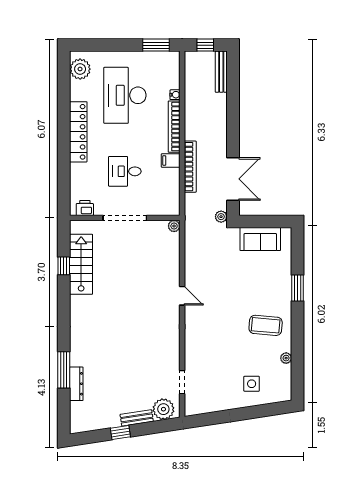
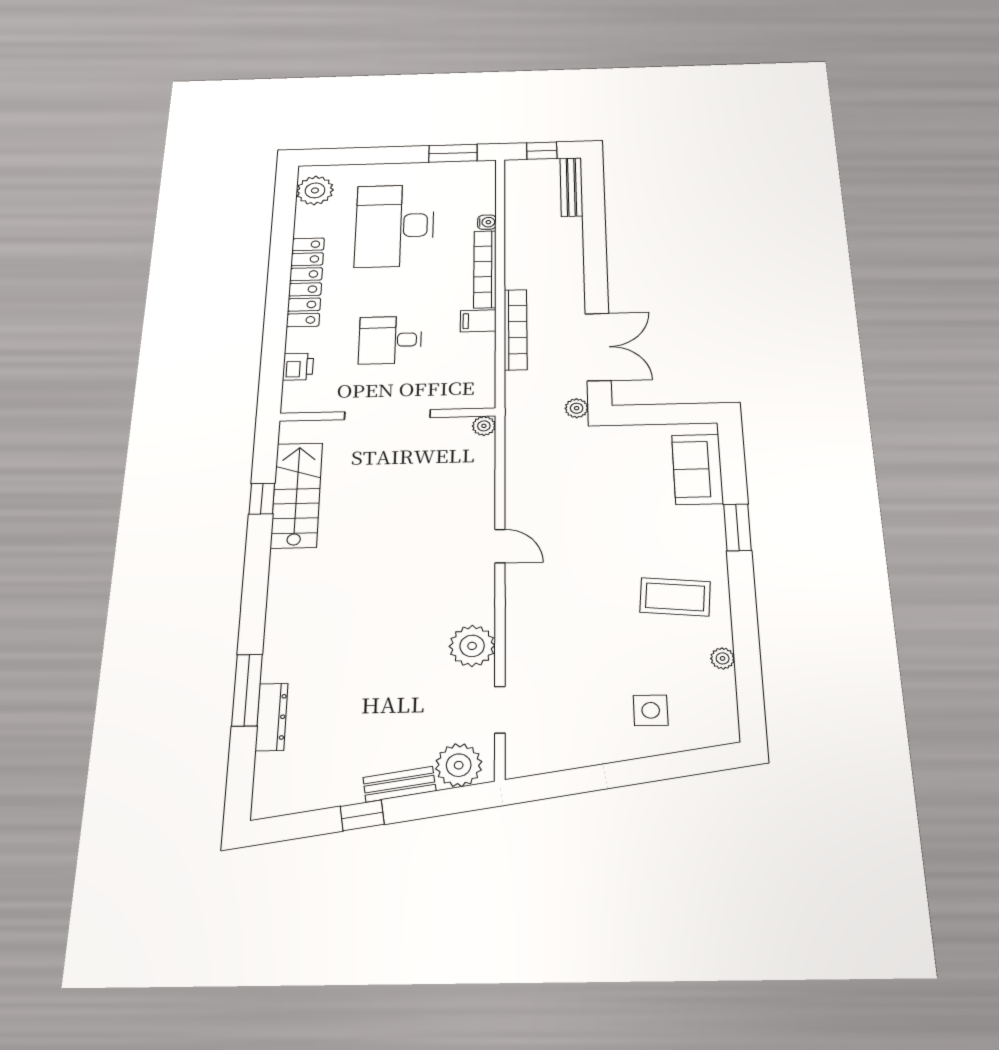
printer: (85, 208) -> (298, 367), moved, turned 90
sofa: (260, 239) -> (697, 469), moved, turned 90
plant: (169, 349) -> (472, 646), added

